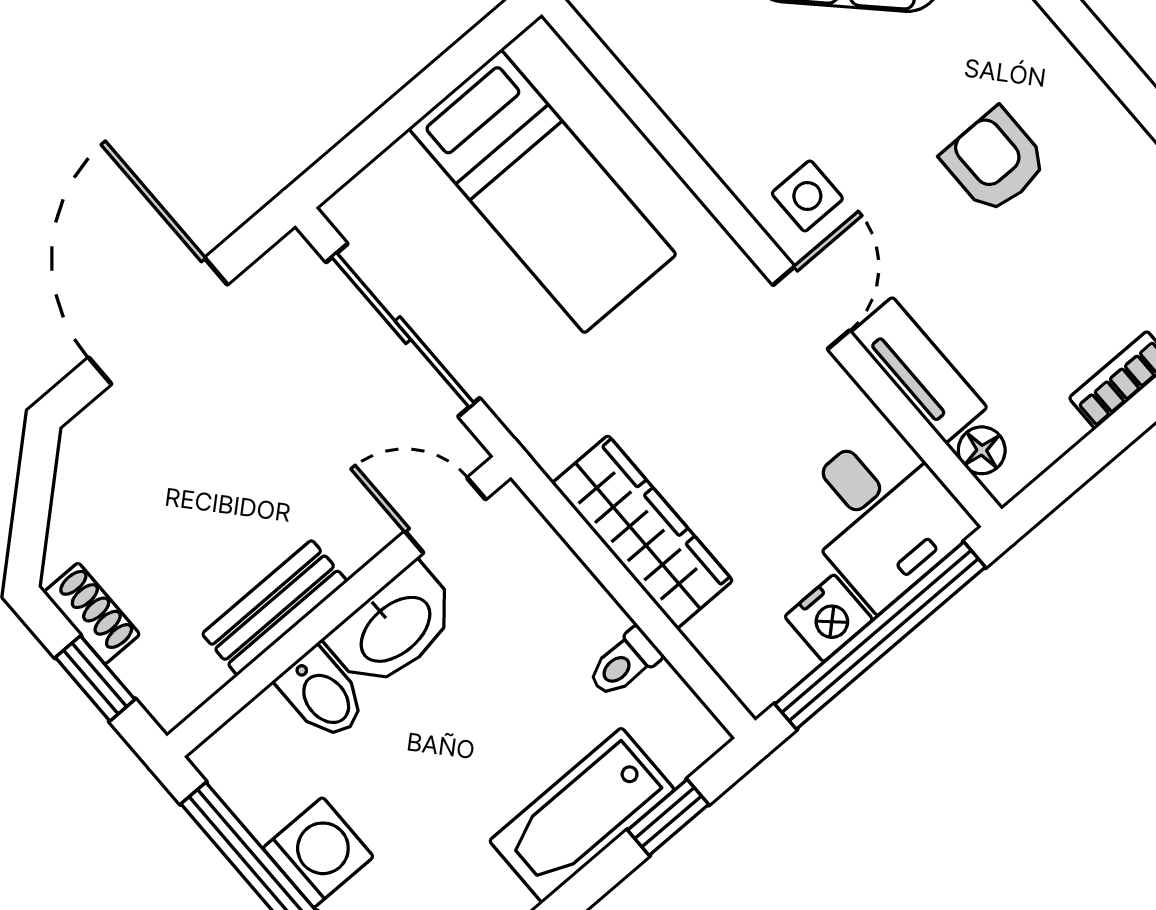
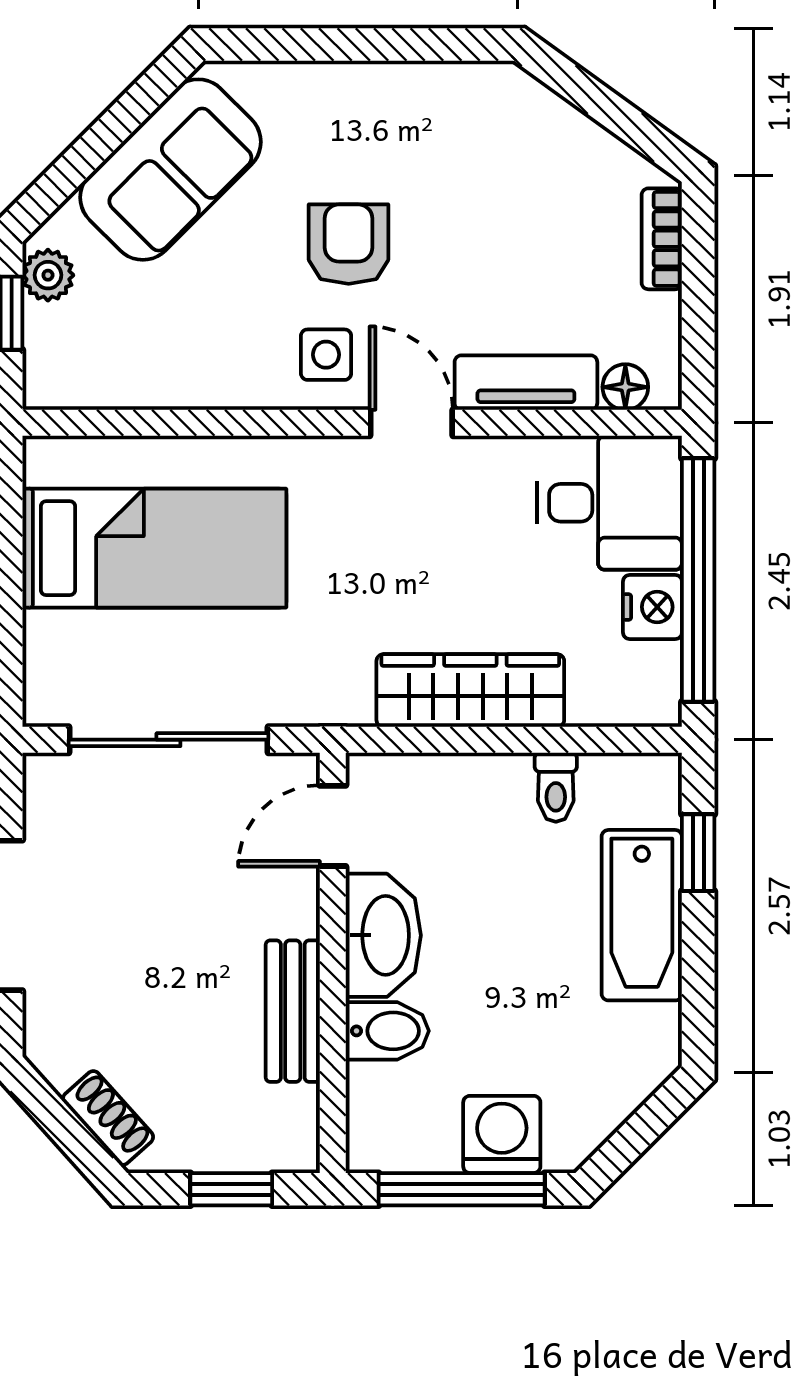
armchair: (995, 161) -> (349, 244), moved, turned 90
shoe rack: (92, 613) -> (108, 1118), moved, turned 48

